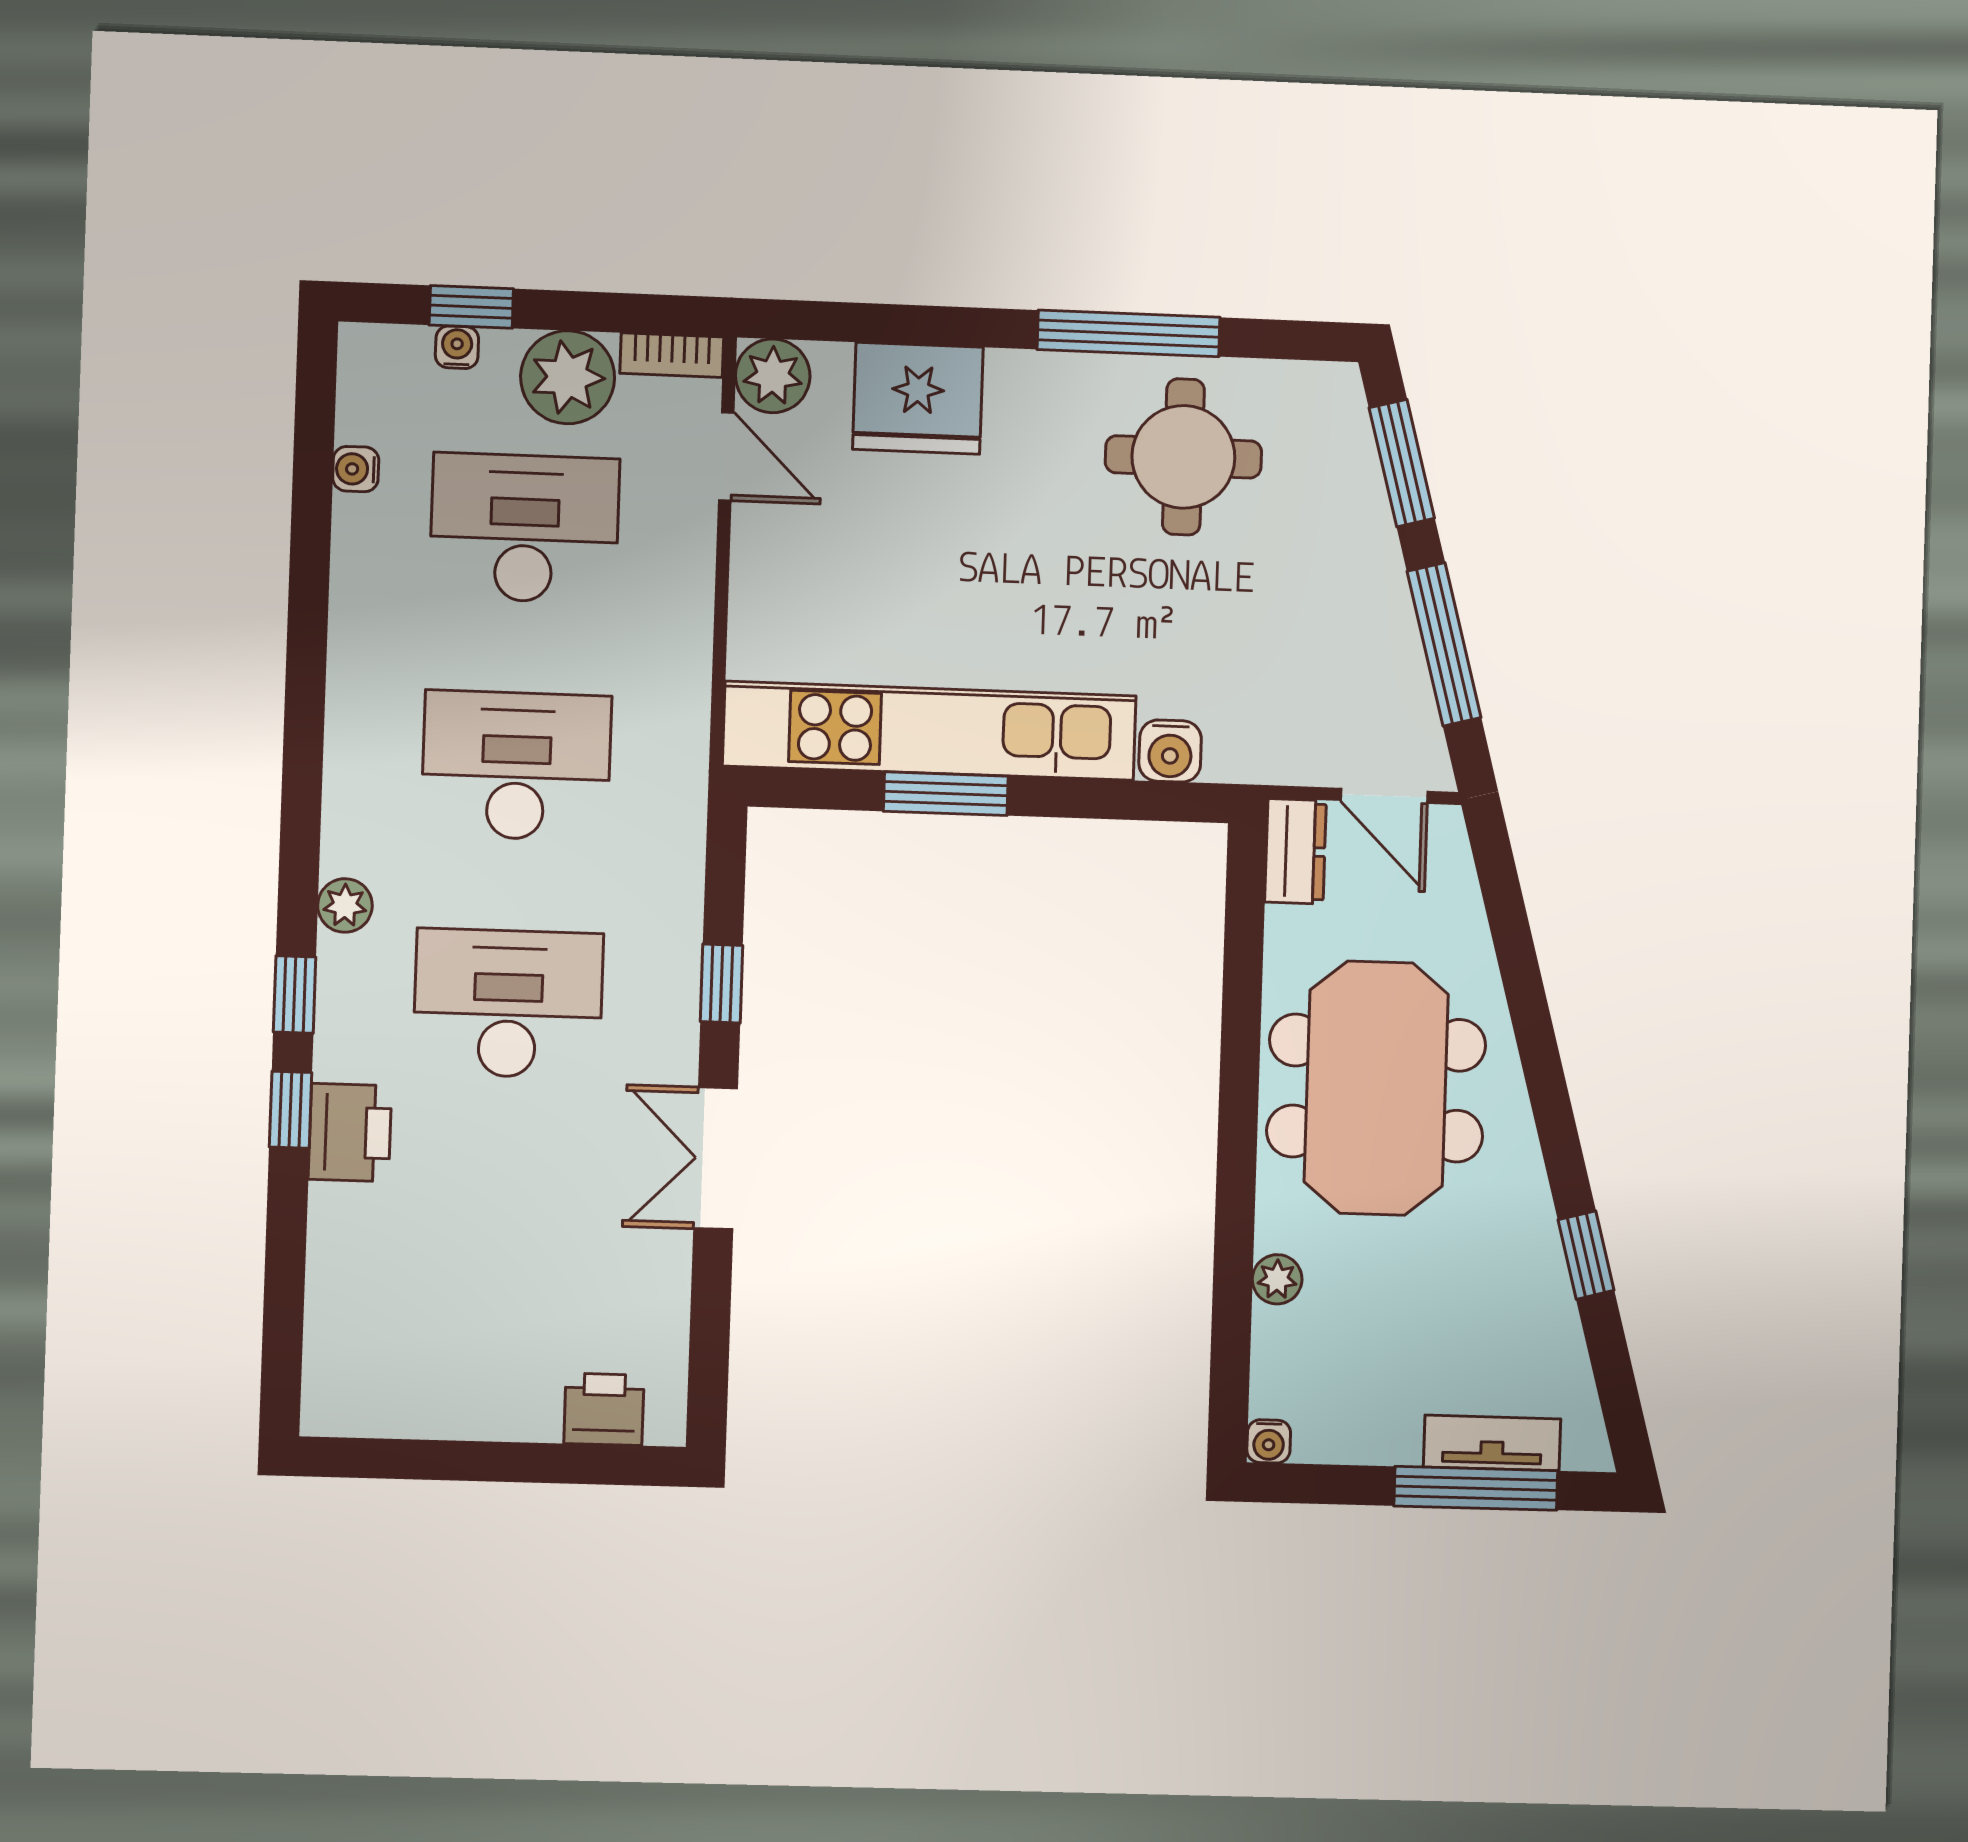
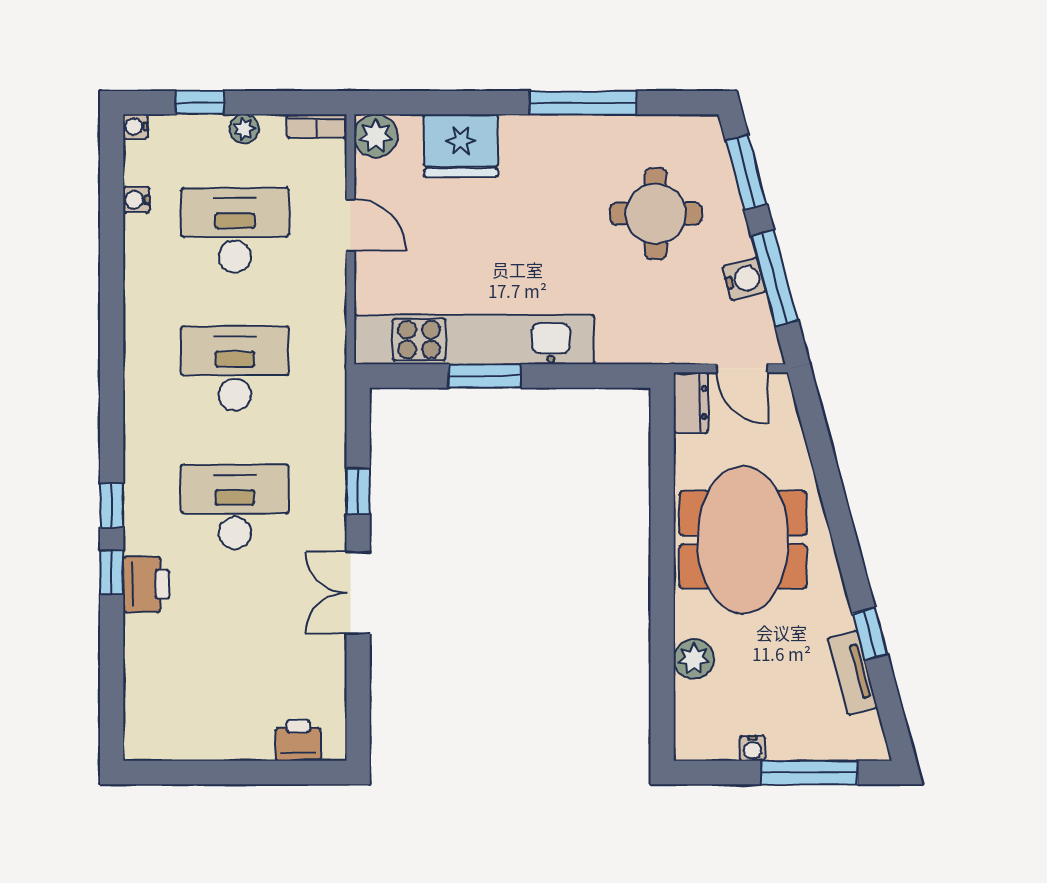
water cooler: (457, 347) -> (135, 126), moved, turned -90
plant: (568, 377) -> (244, 129), width x0.53, depth x0.53
door: (726, 456) -> (350, 225), moved
round table: (1183, 457) -> (656, 214), moved
water cooler: (1170, 751) -> (744, 279), moved, turned -105
plant: (345, 905) -> (139, 453), removed
plant: (1277, 1279) -> (694, 659), width x1.38, depth x1.38
water cooler: (1269, 1441) -> (752, 748), moved
tv unit: (1492, 1443) -> (853, 673), moved, turned -105

